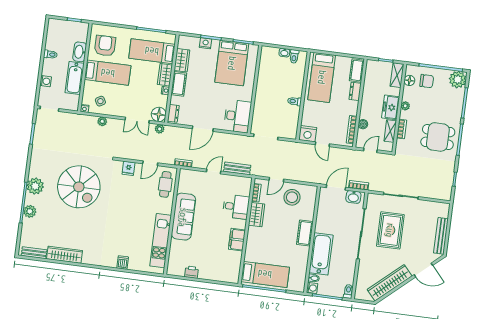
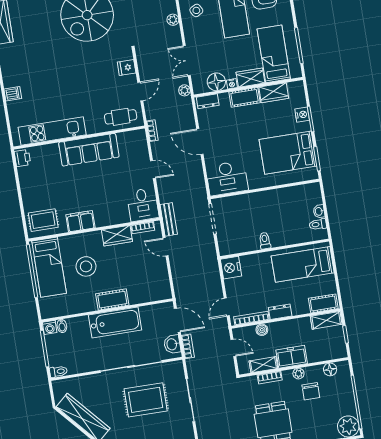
shelving: (397, 75) -> (326, 320), moved
chair: (427, 81) -> (311, 391), moved
dresser: (355, 91) -> (280, 312), moved
floor lamp: (159, 114) -> (216, 82), moved
door: (322, 144) -> (227, 307), moved
door: (150, 163) -> (140, 91), swing flipped
bench: (237, 168) -> (169, 219), moved
stool: (292, 197) -> (86, 266), moved
desk: (236, 207) -> (143, 205), moved
bathtub: (321, 254) -> (115, 322), moved
rug: (227, 268) -> (43, 220), added
printer: (191, 272) -> (22, 158), moved

